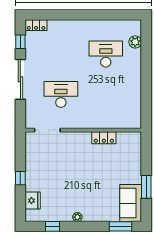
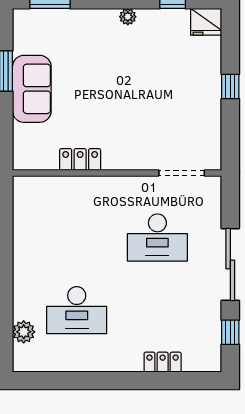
locker: (36, 25) -> (163, 362), moved
fridge: (33, 201) -> (206, 22), moved, turned -90
sofa: (131, 203) -> (32, 89), moved

